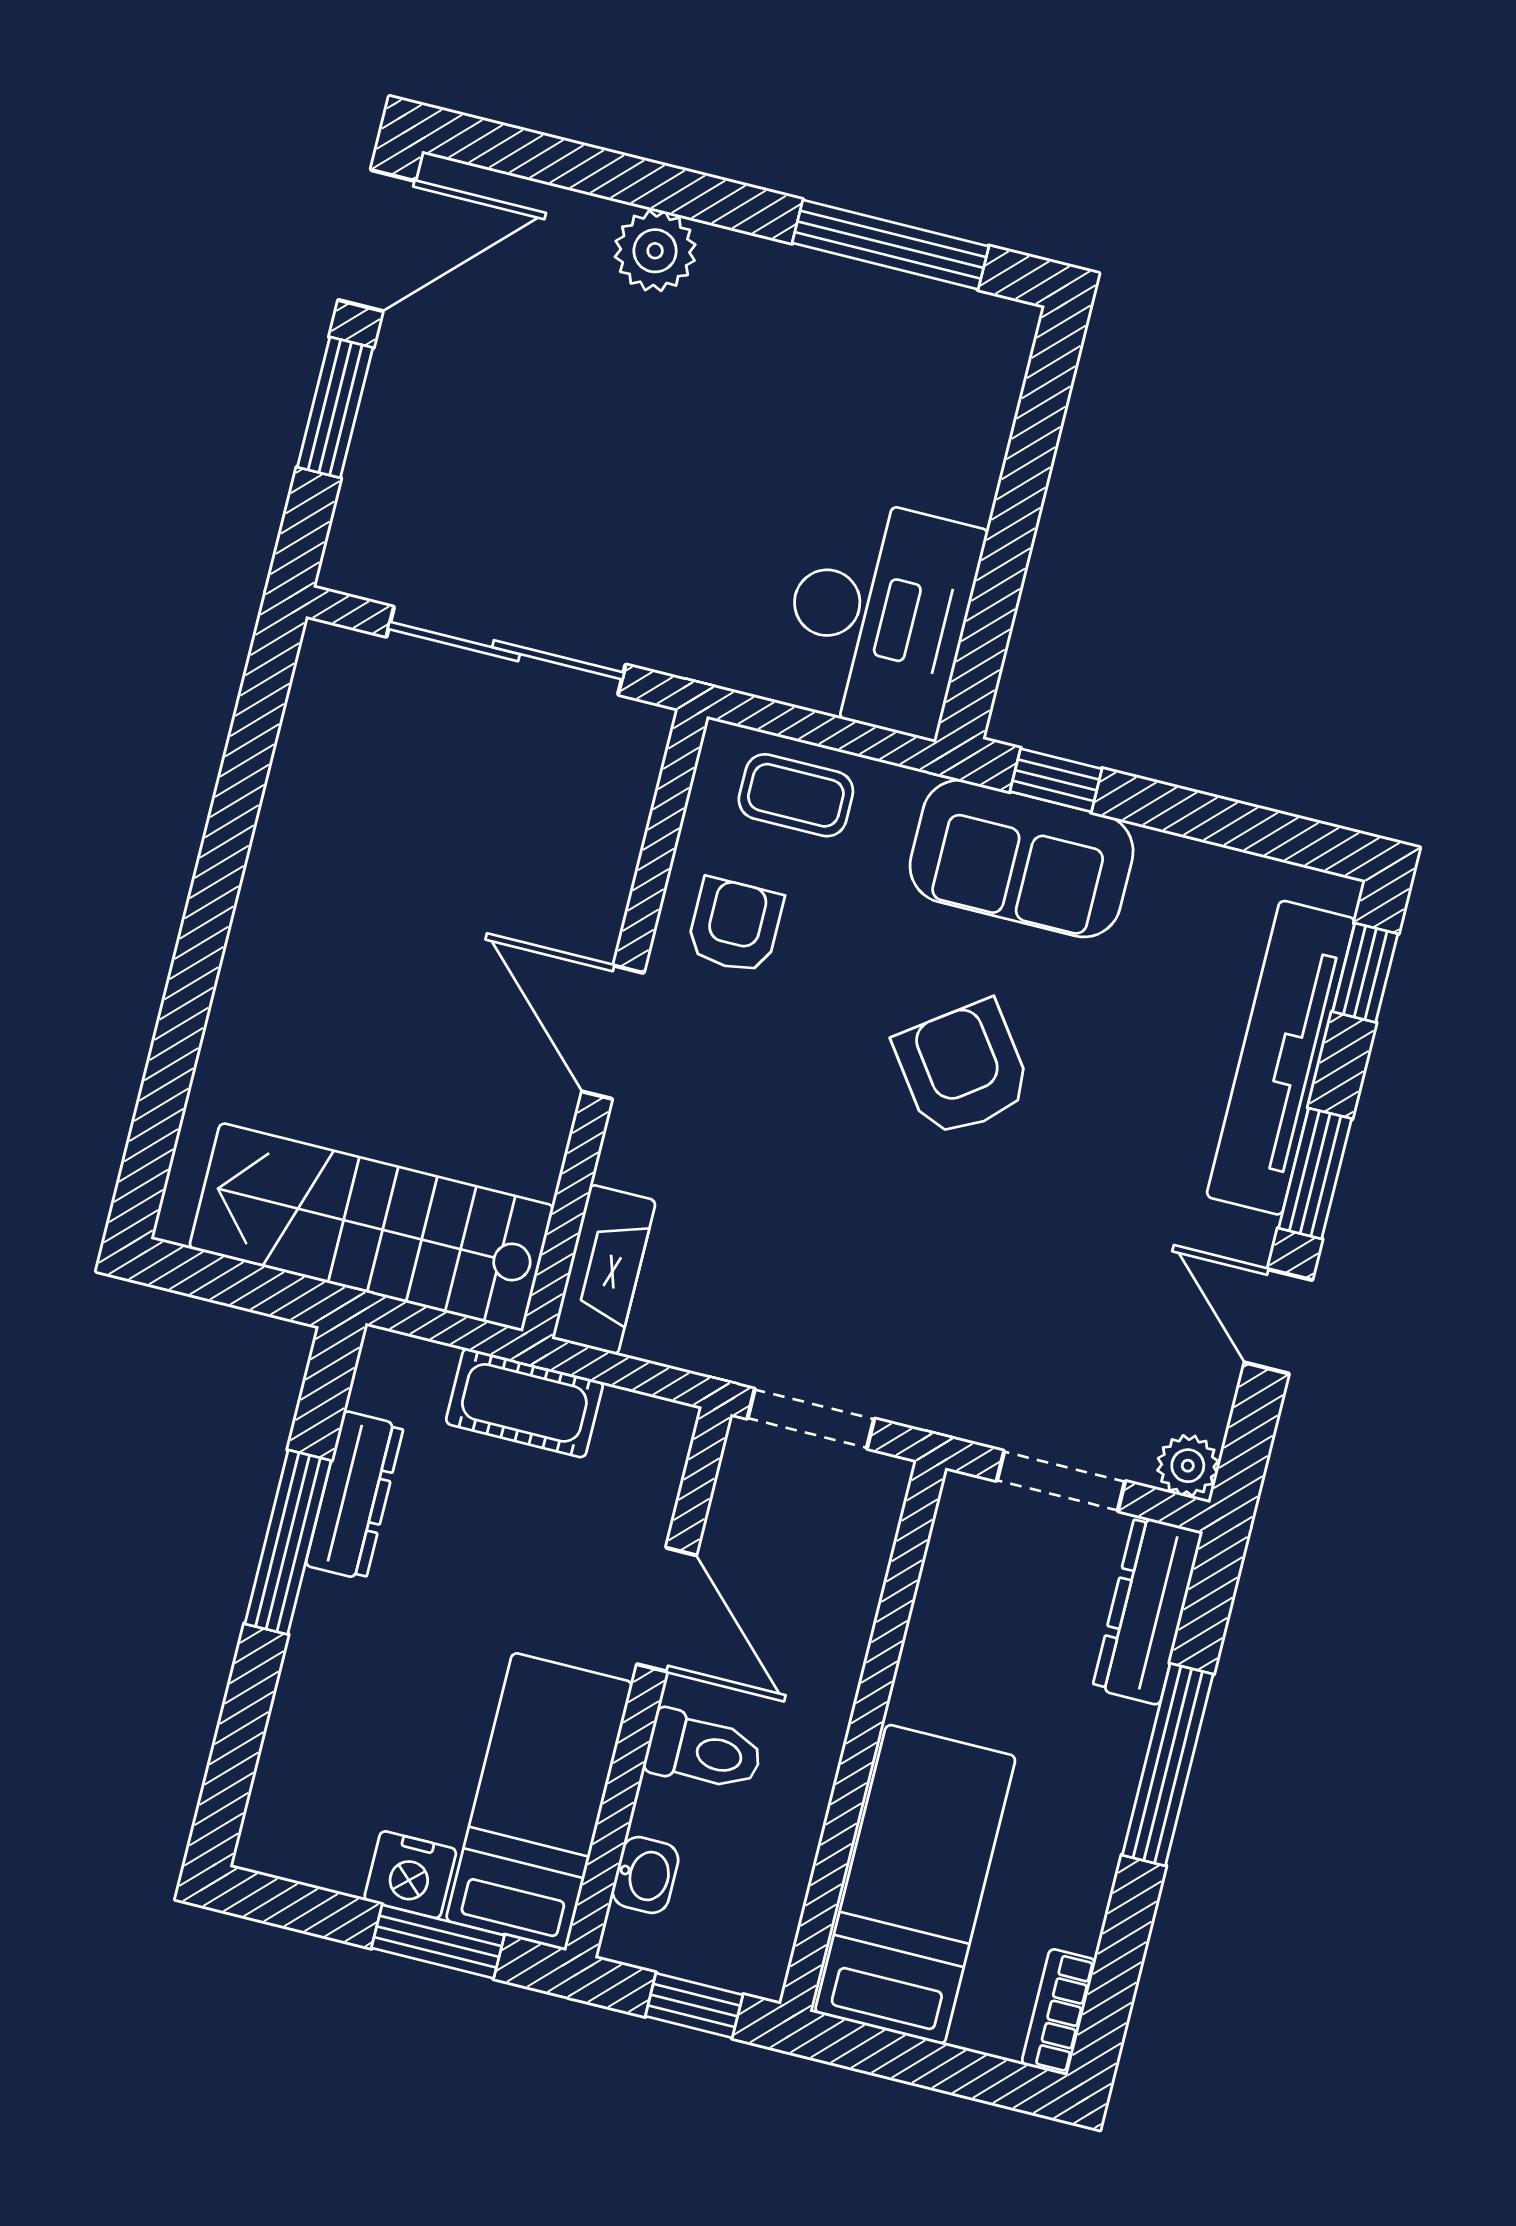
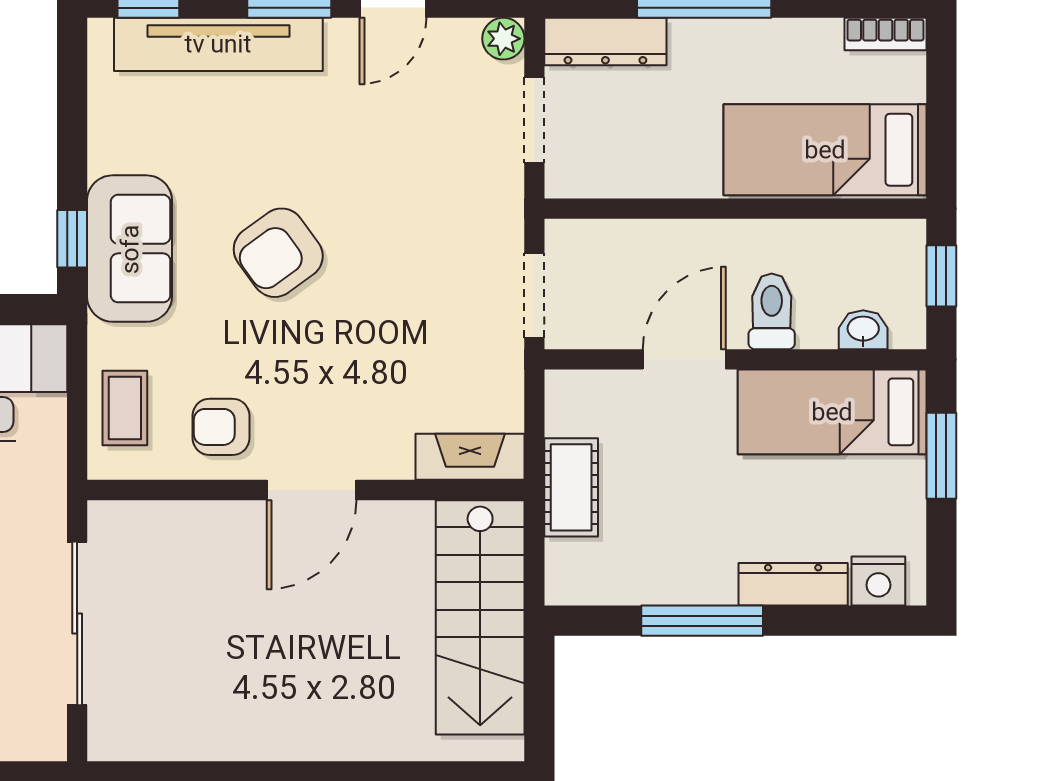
dresser: (355, 1496) -> (793, 584), moved
nightstand: (410, 1875) -> (878, 581), moved, turned 90

